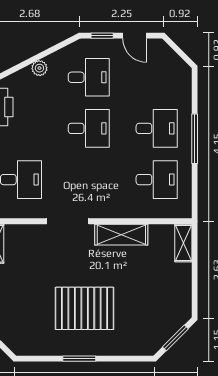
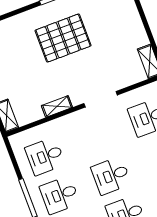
shelving: (121, 235) -> (57, 106), width x0.67, depth x0.75

